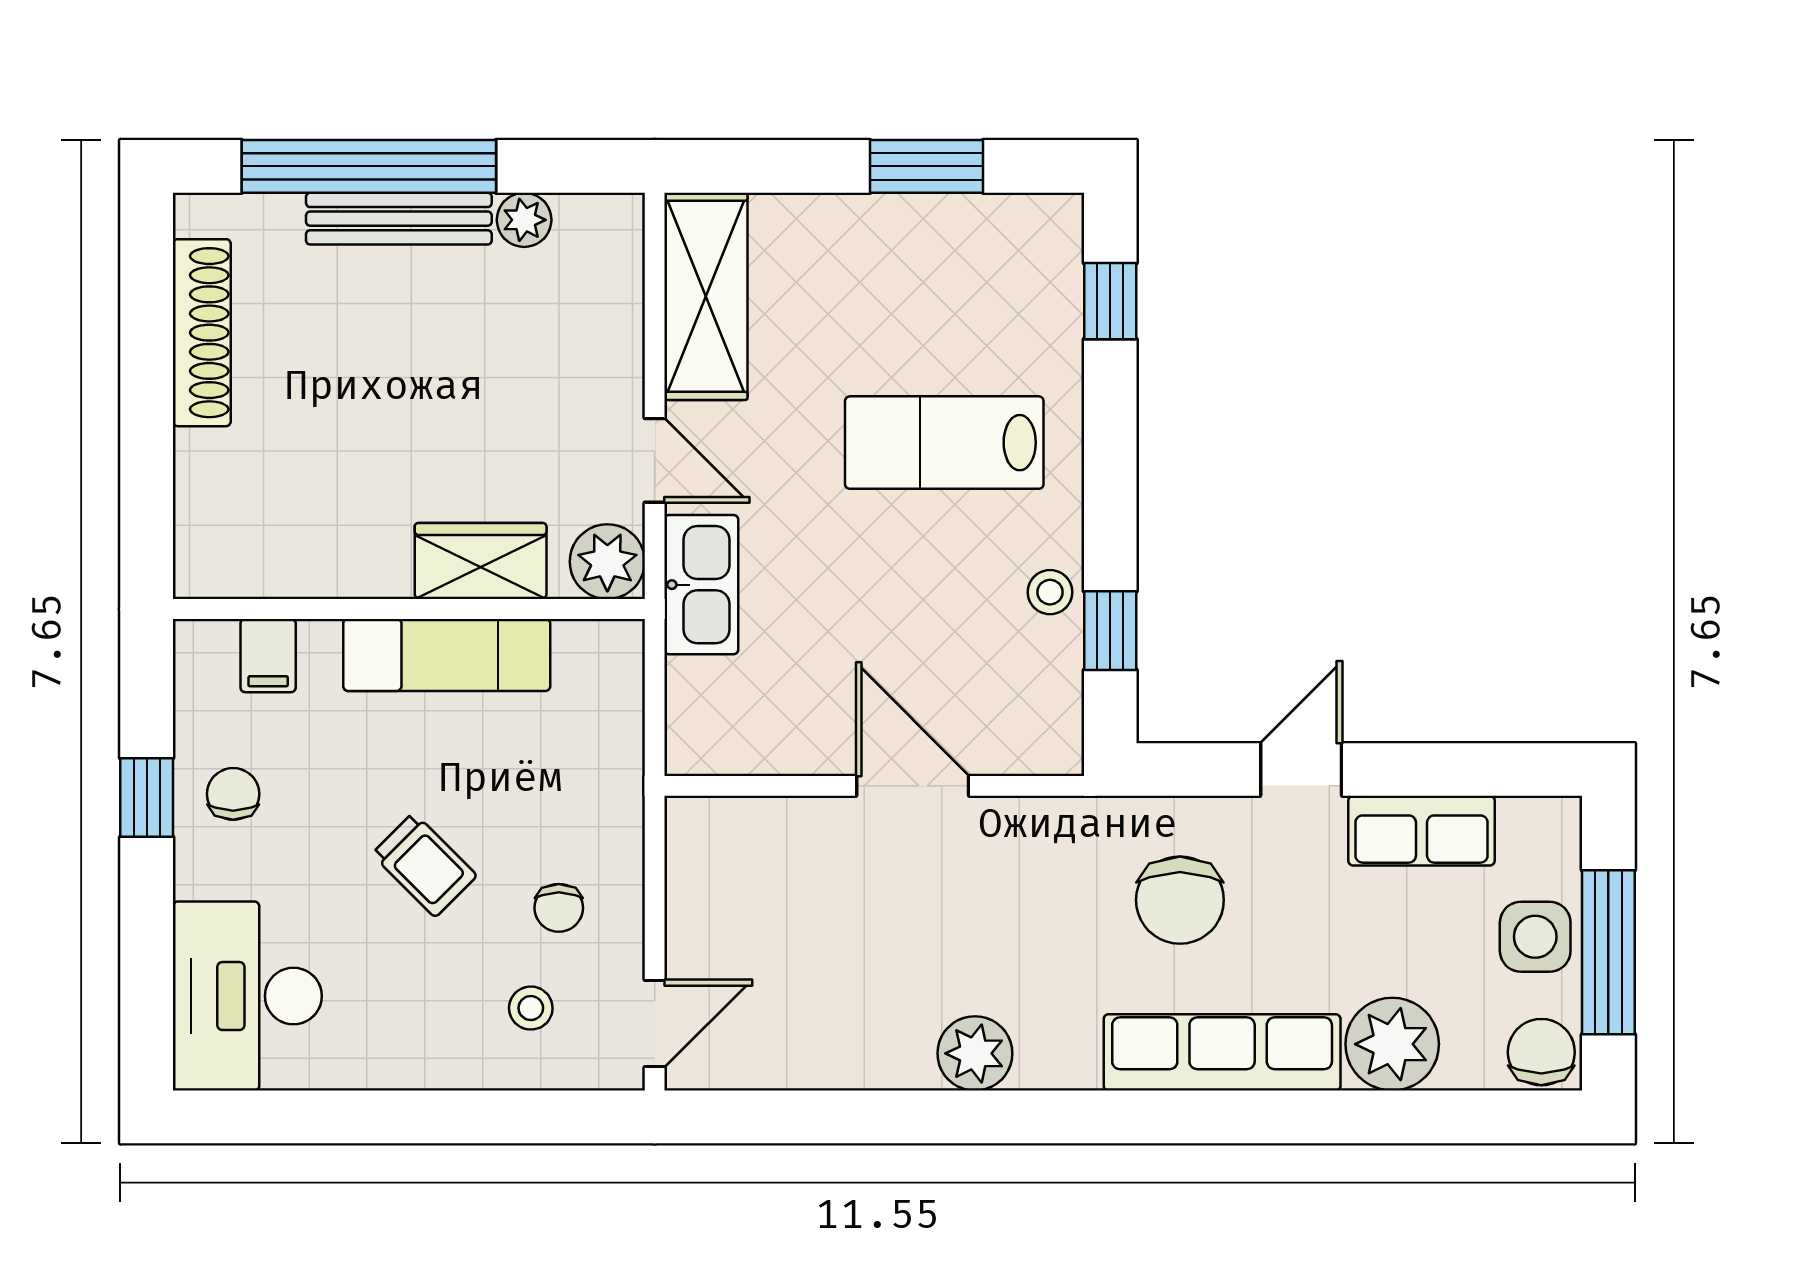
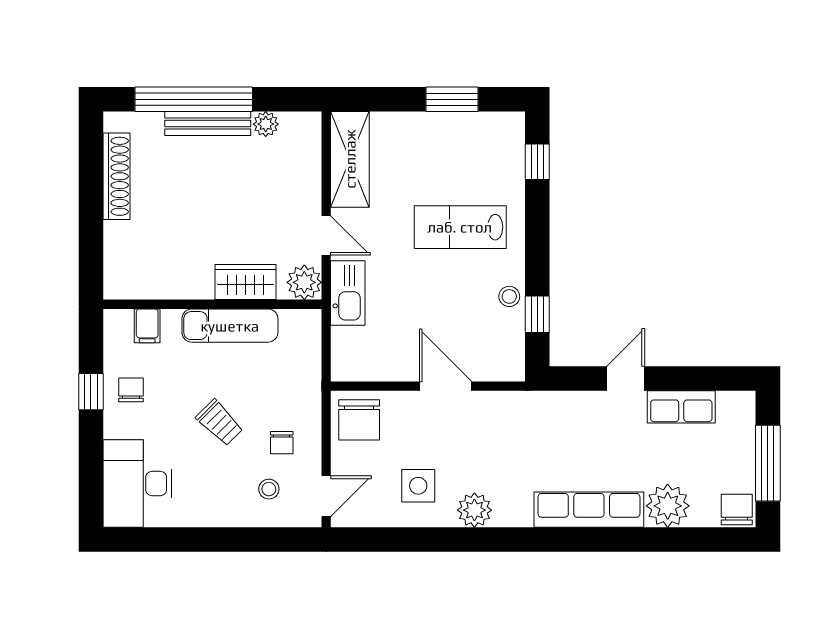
chair: (1180, 900) -> (359, 420), moved
side table: (1535, 937) -> (418, 486), moved

